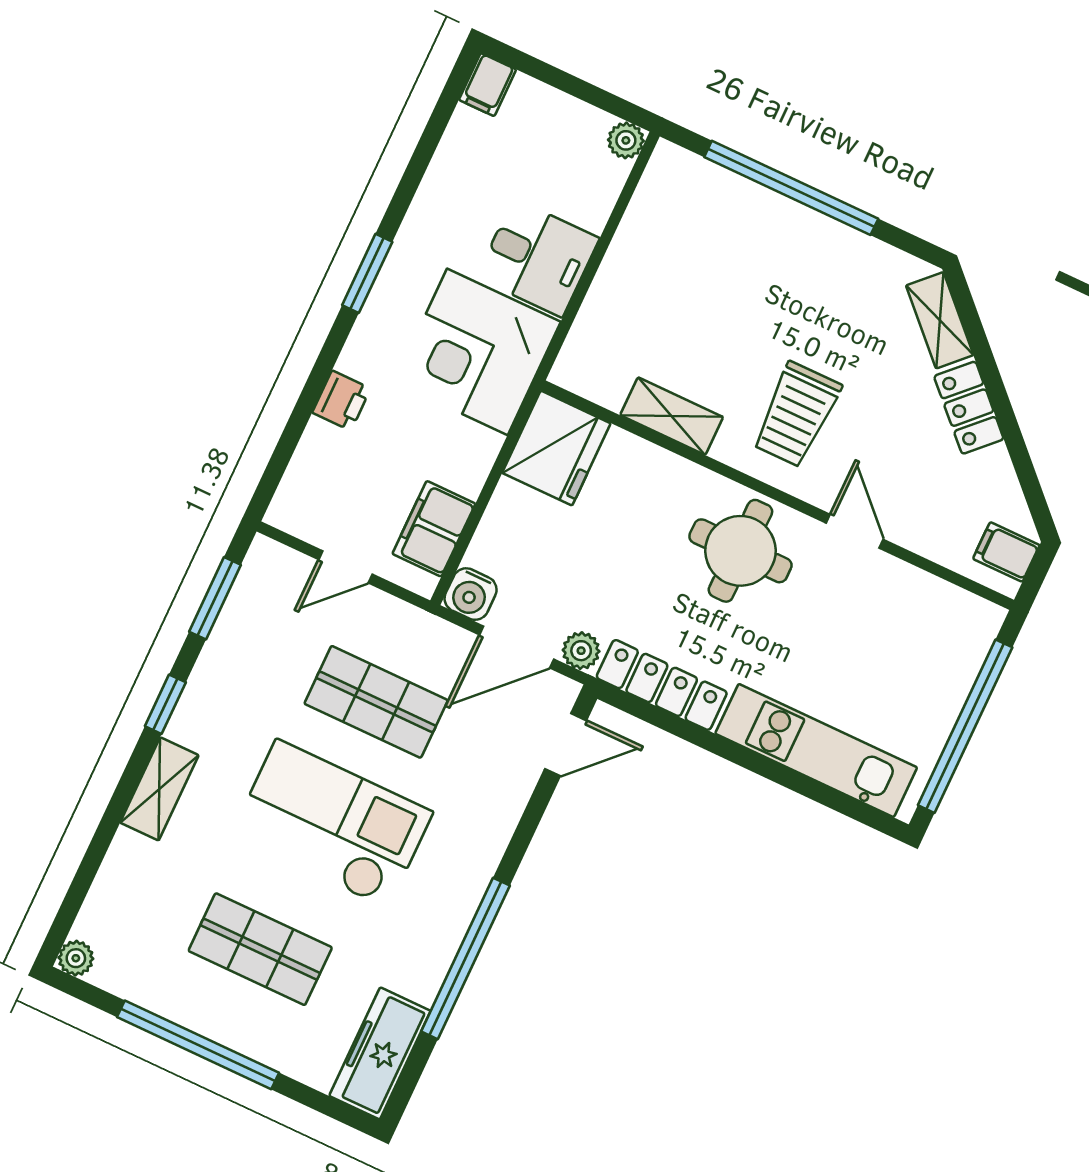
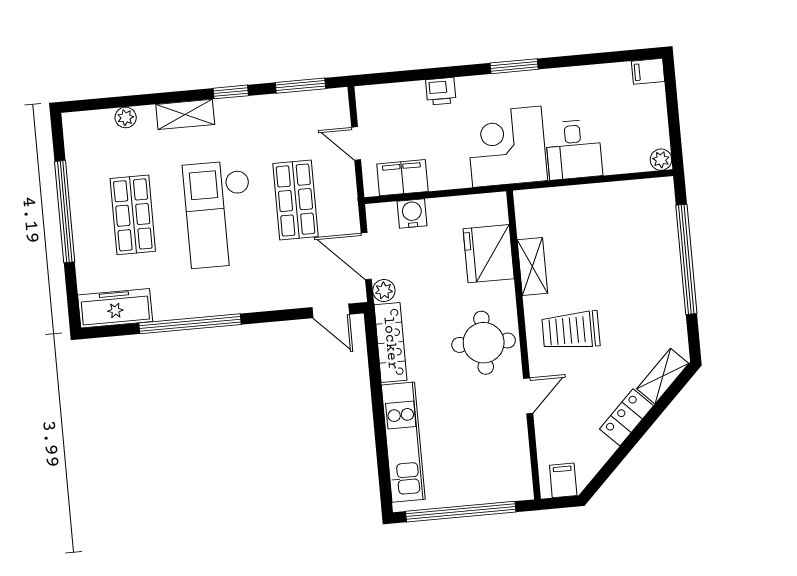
fridge: (556, 448) -> (489, 254), moved, turned 90
water cooler: (471, 594) -> (412, 213), moved, turned 90
checkout: (332, 824) -> (219, 214), turned 180
plant: (76, 958) -> (126, 118), moved

